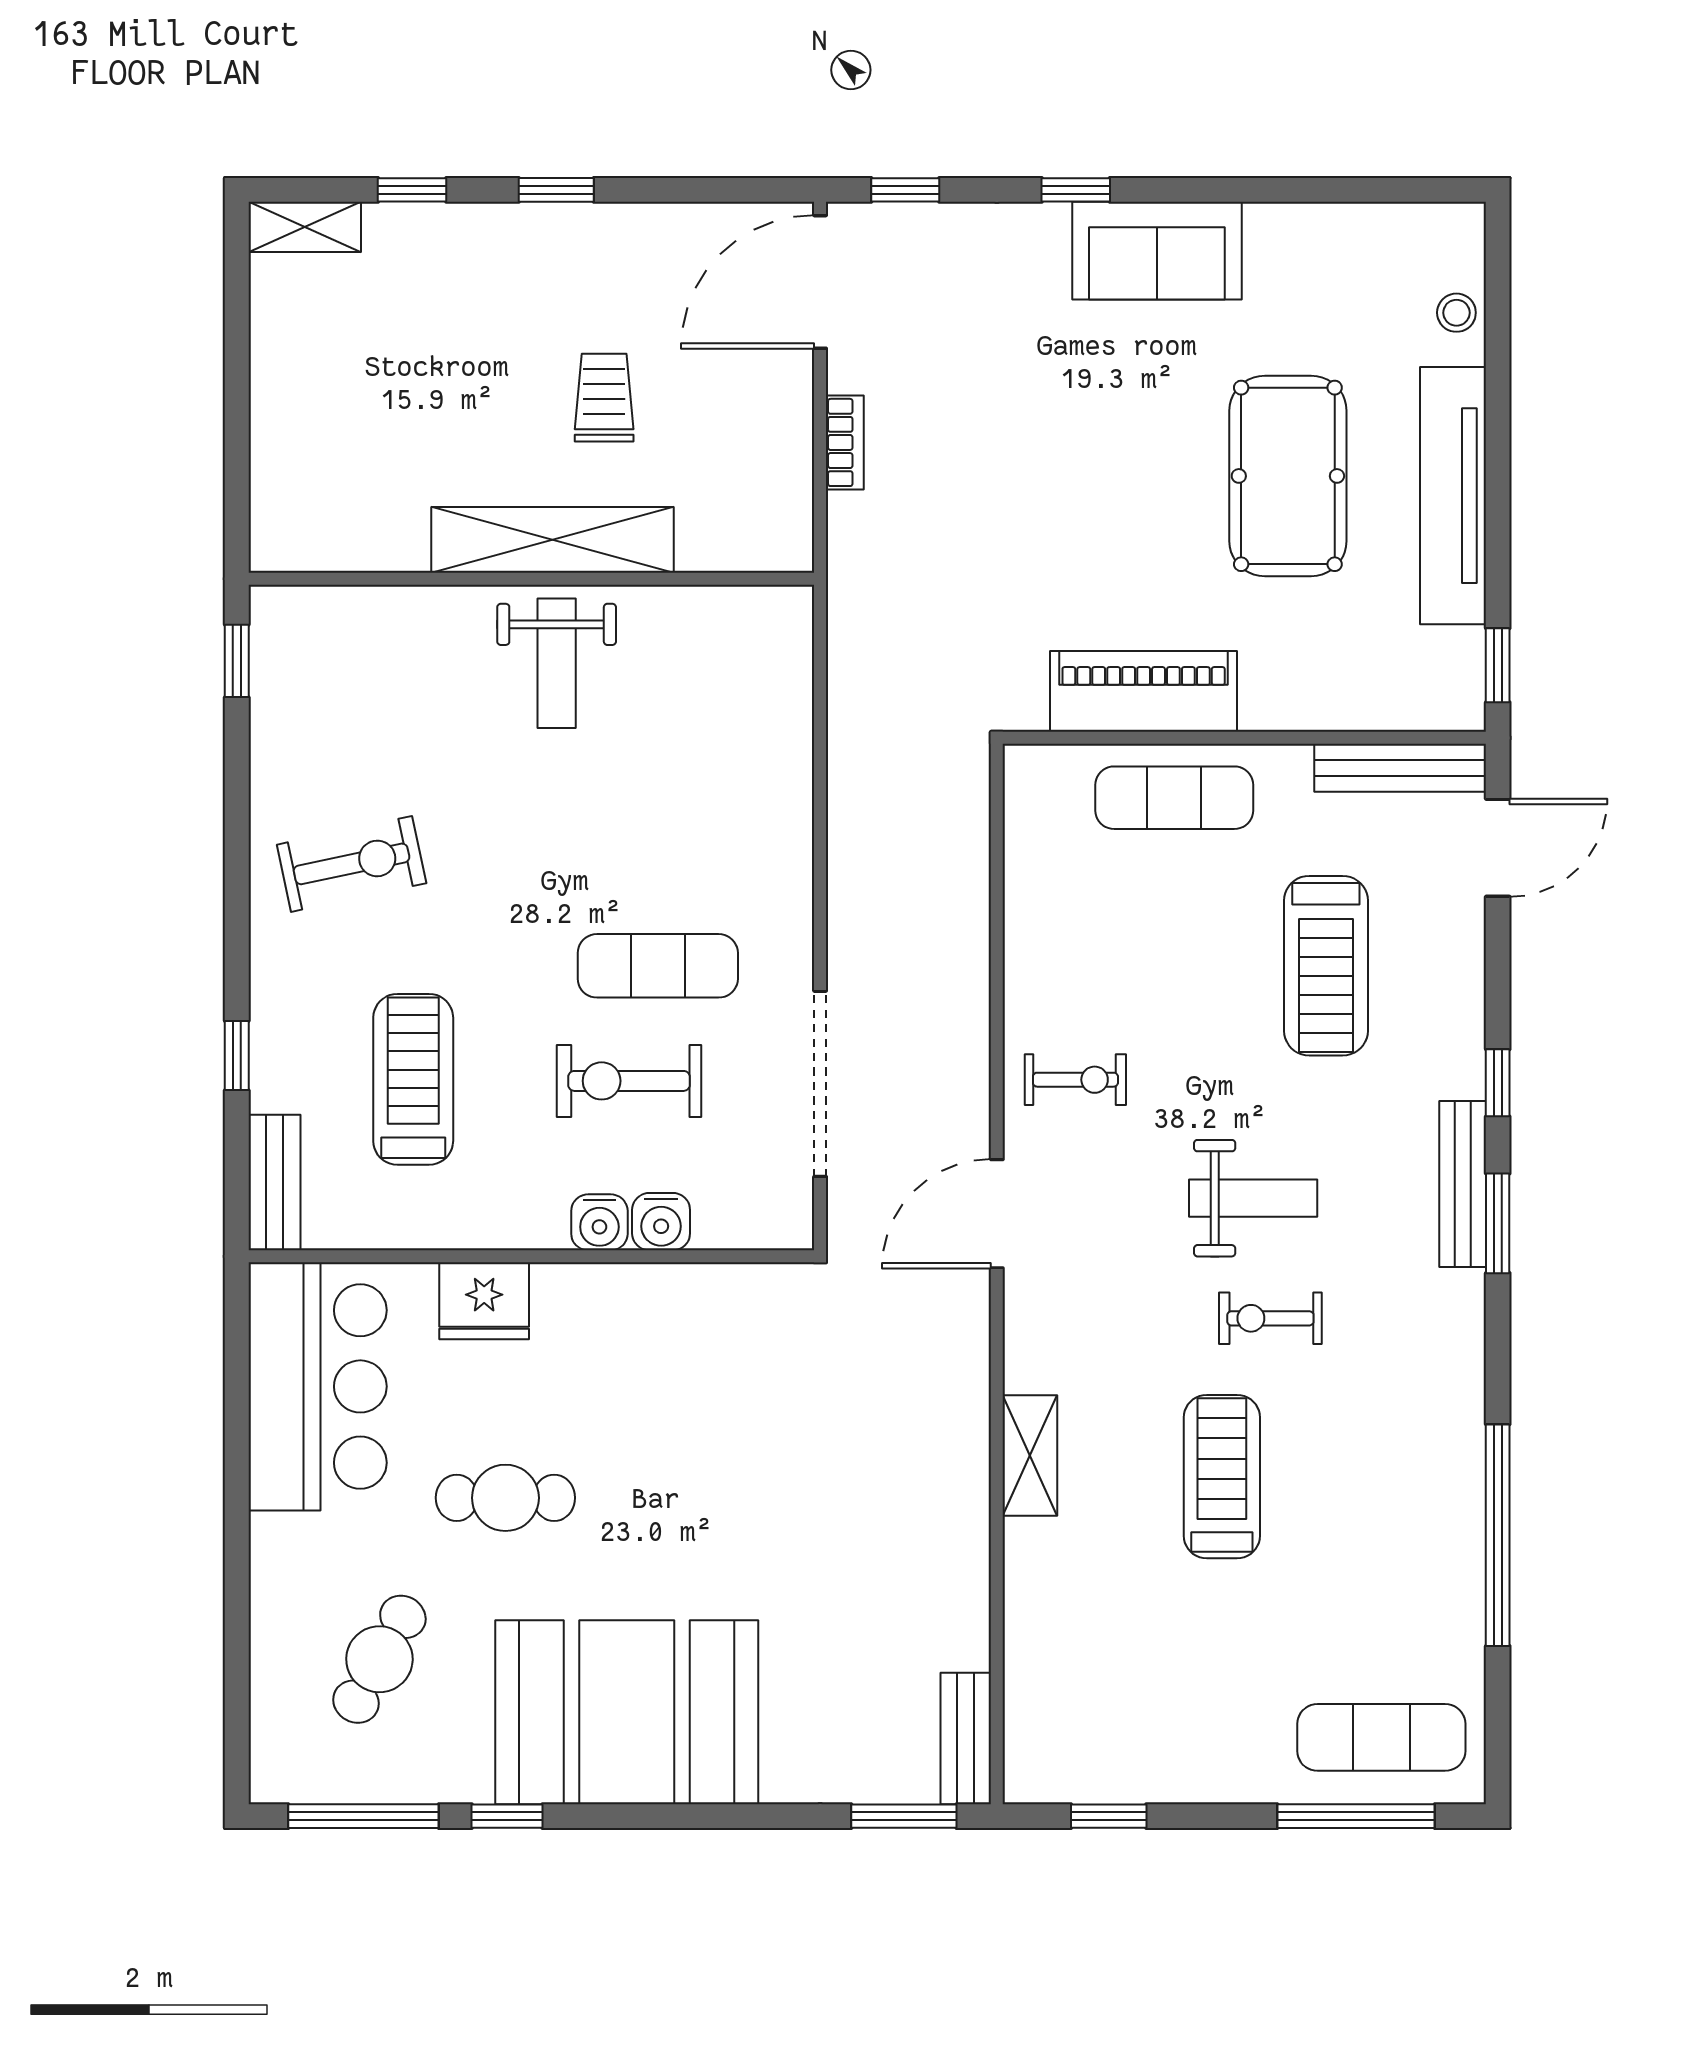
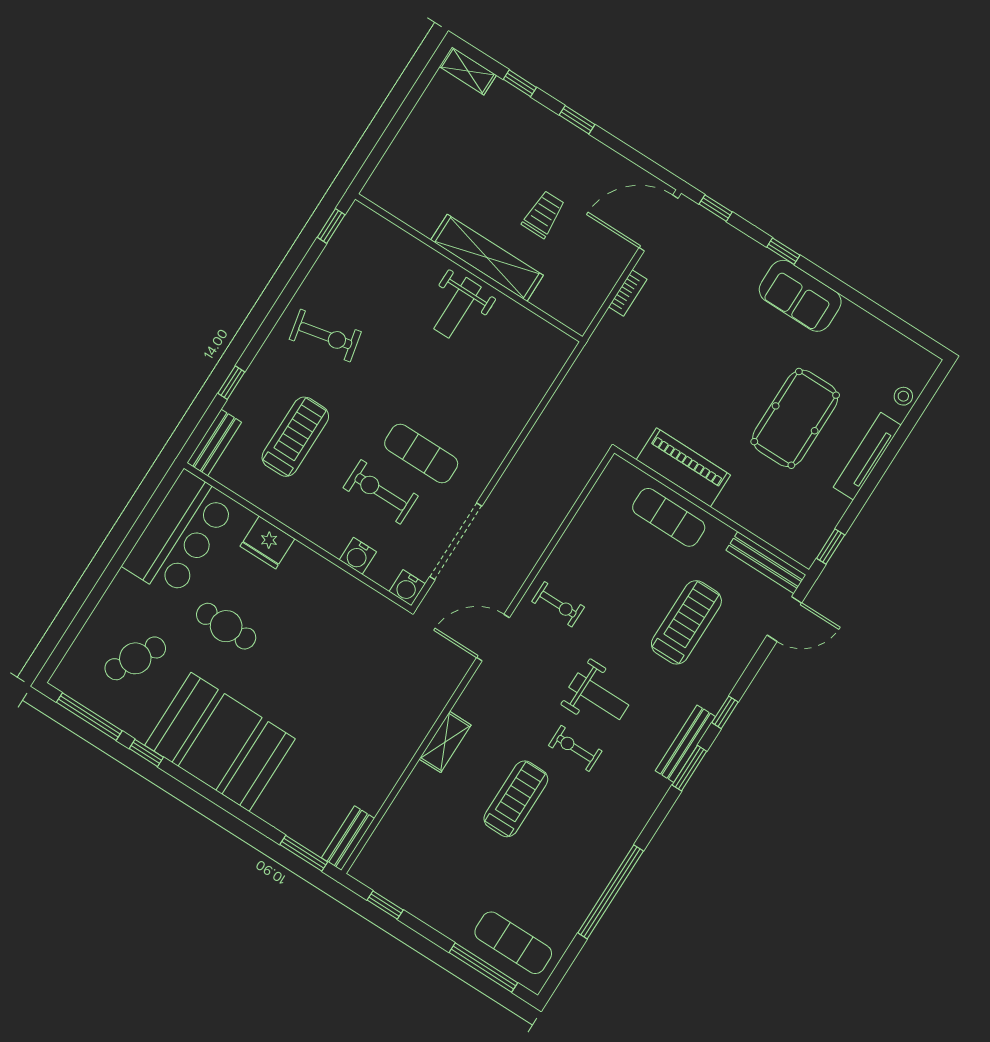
tv unit: (1453, 496) -> (867, 456), width x0.73, depth x0.78
treadmill: (1326, 966) -> (686, 622), turned 180
water cooler: (599, 1222) -> (407, 588), moved

